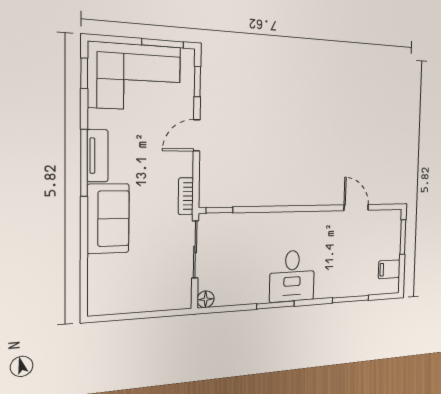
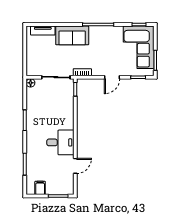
door: (197, 135) -> (112, 77), swing flipped
tv unit: (98, 156) -> (43, 31), moved
desk: (292, 276) -> (60, 142), moved, turned 180

